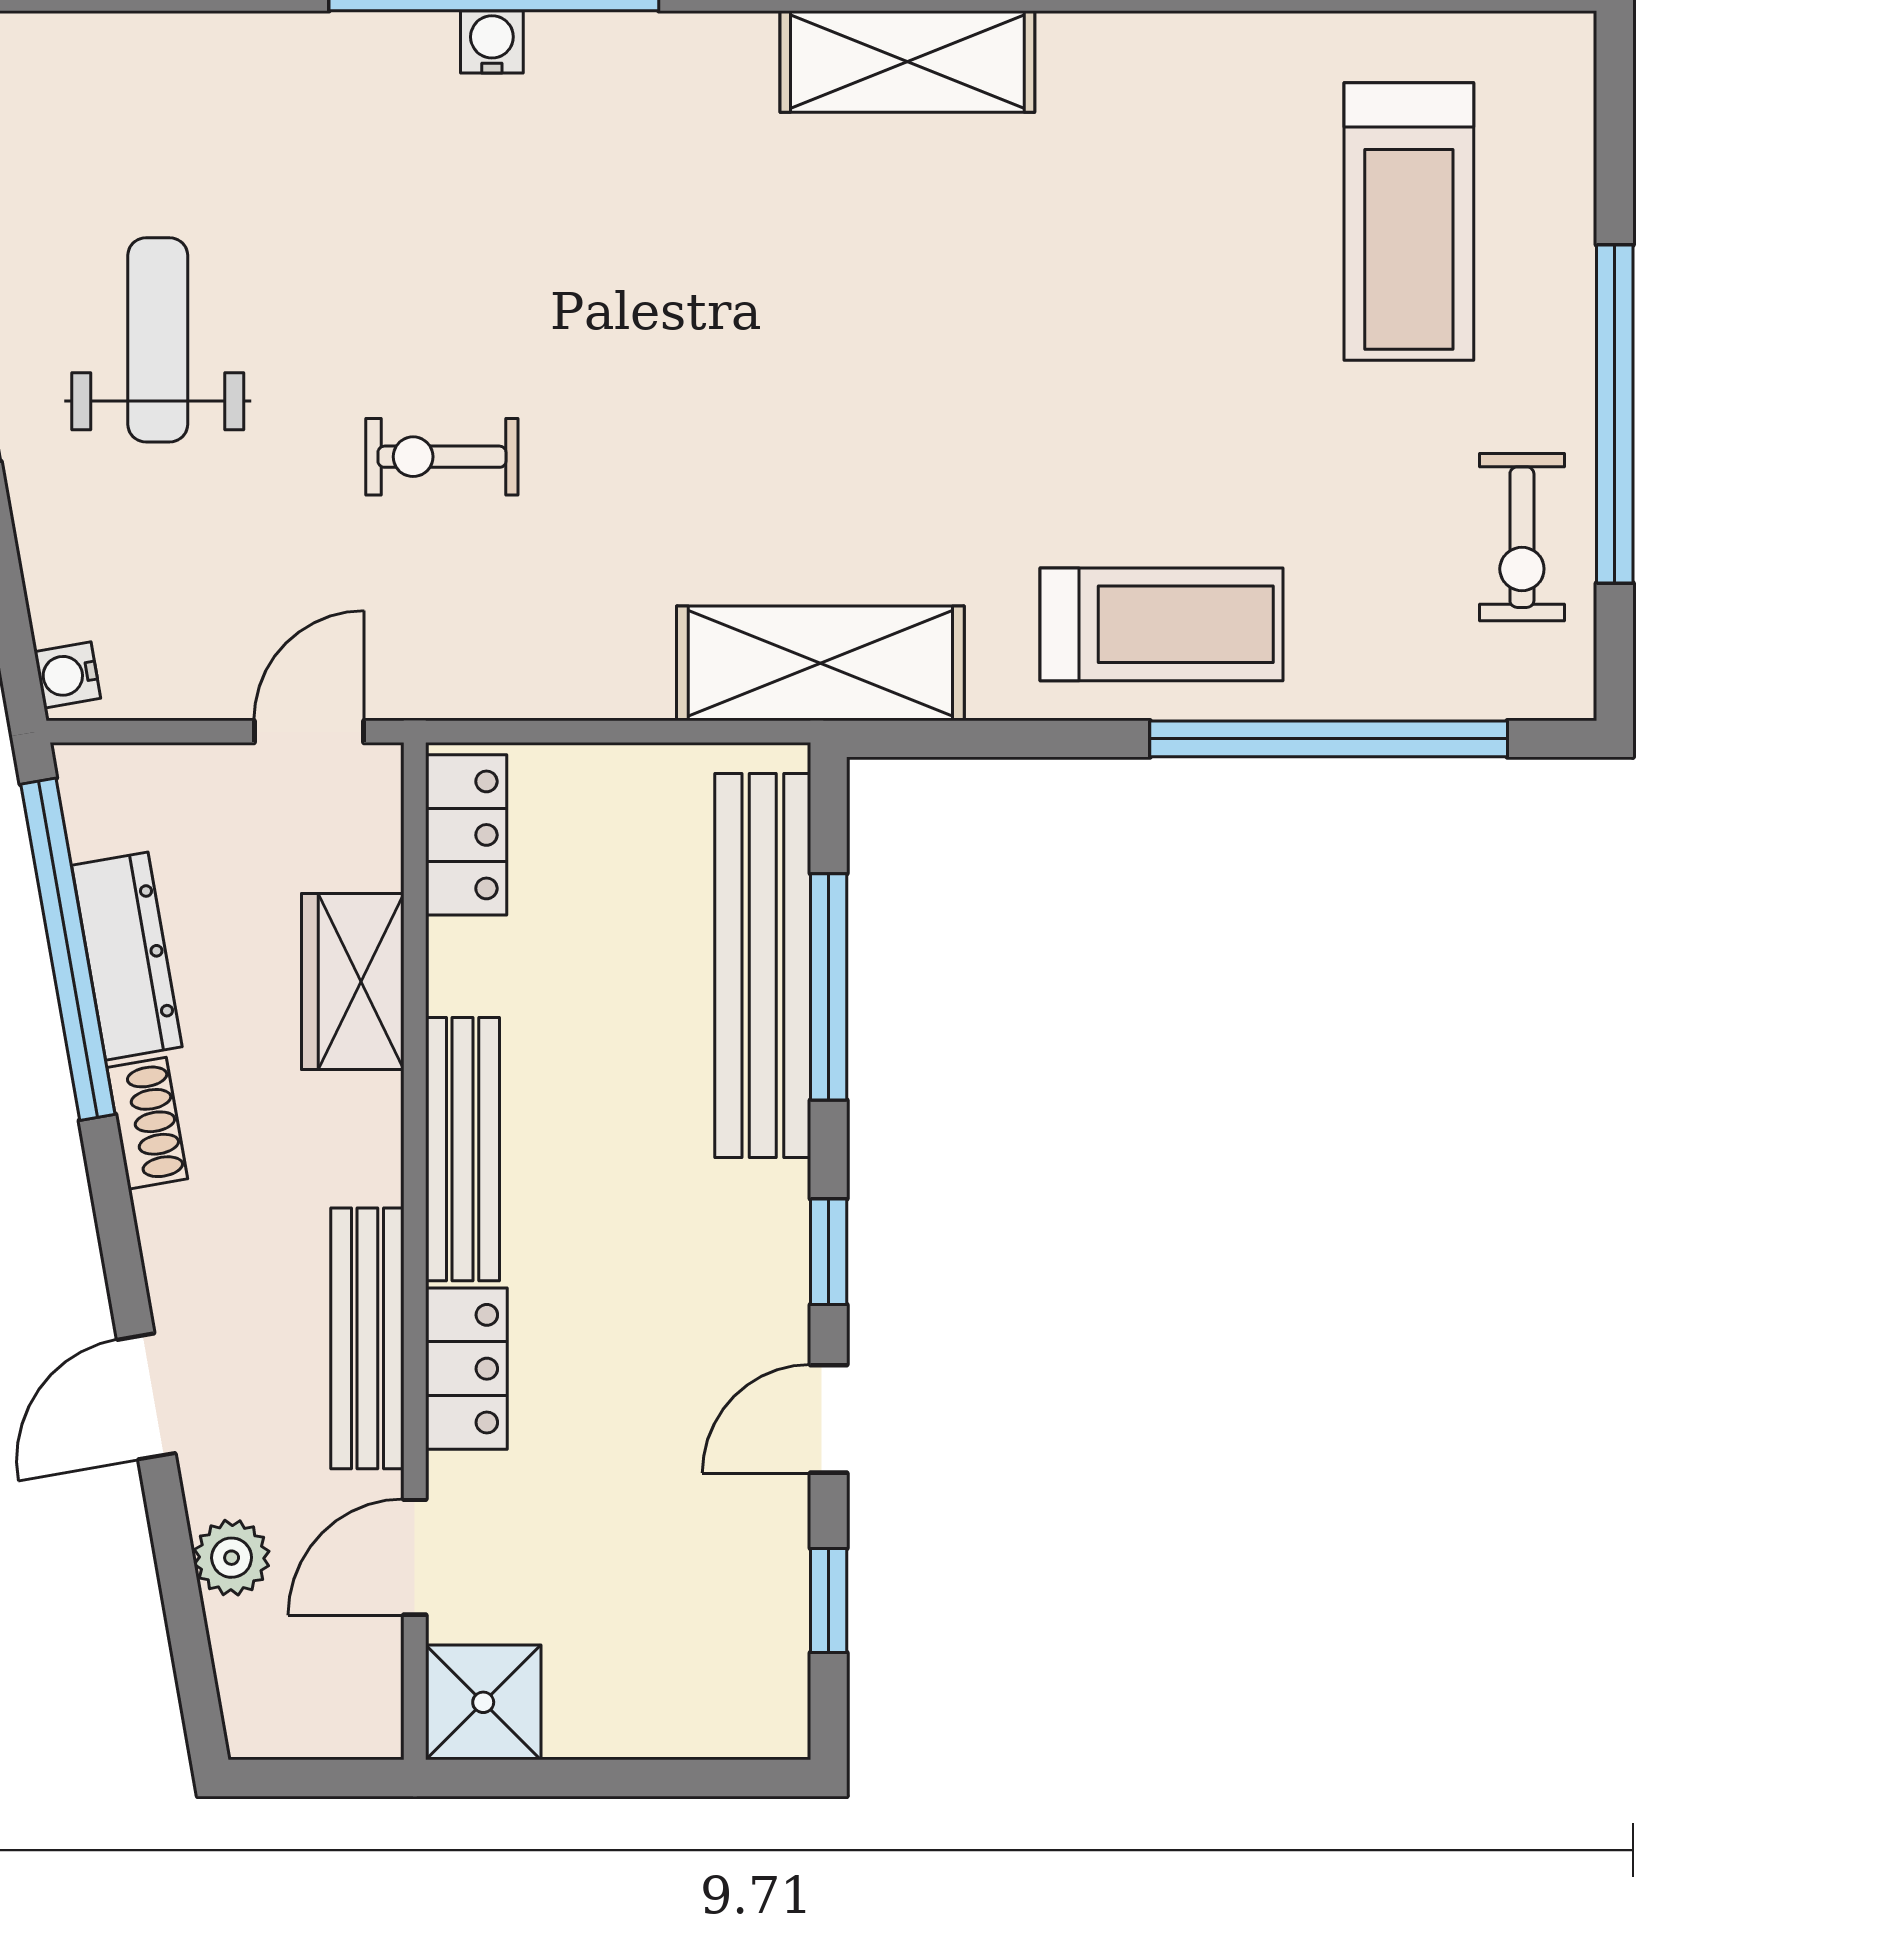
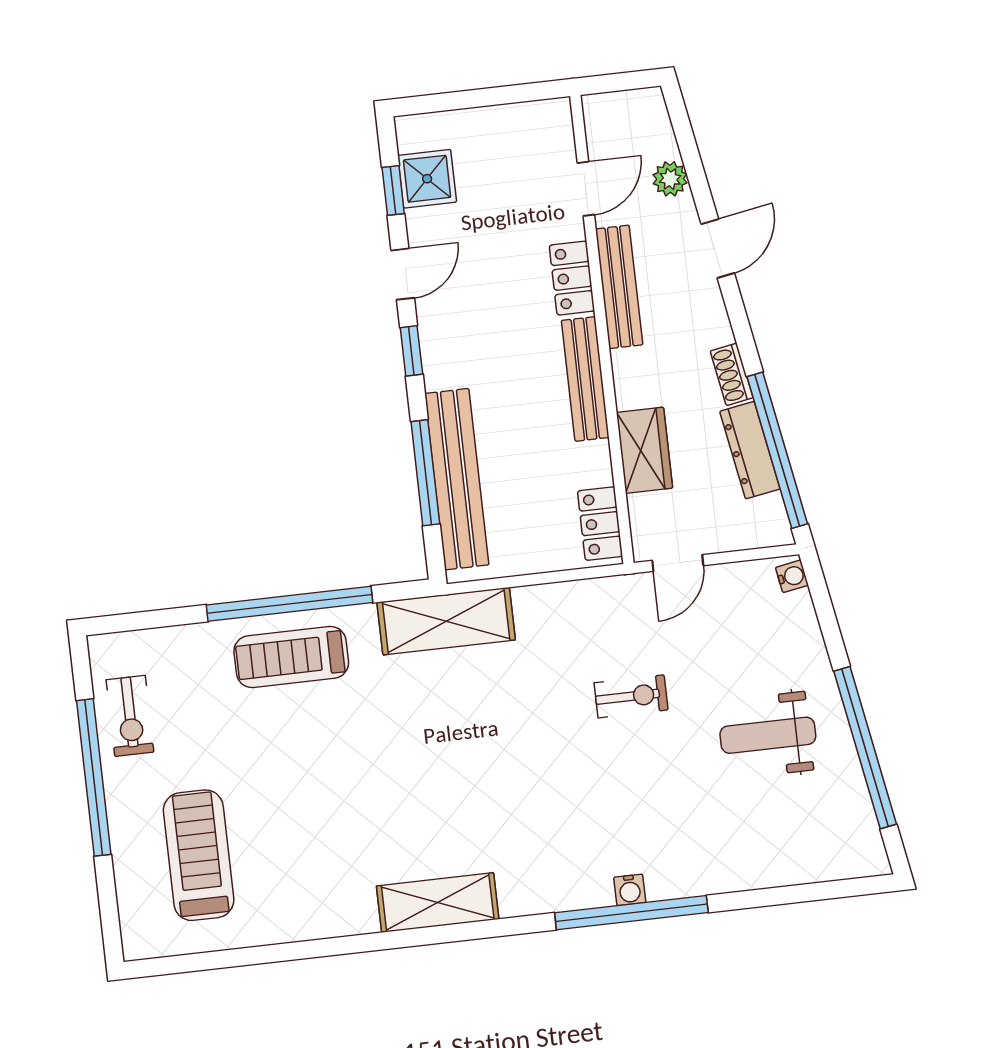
weight bench: (158, 340) -> (768, 735), turned 90
exercise bike: (1522, 537) -> (130, 716), turned 180
window: (1329, 739) -> (290, 604), moved
shower: (483, 1702) -> (427, 179), moved

